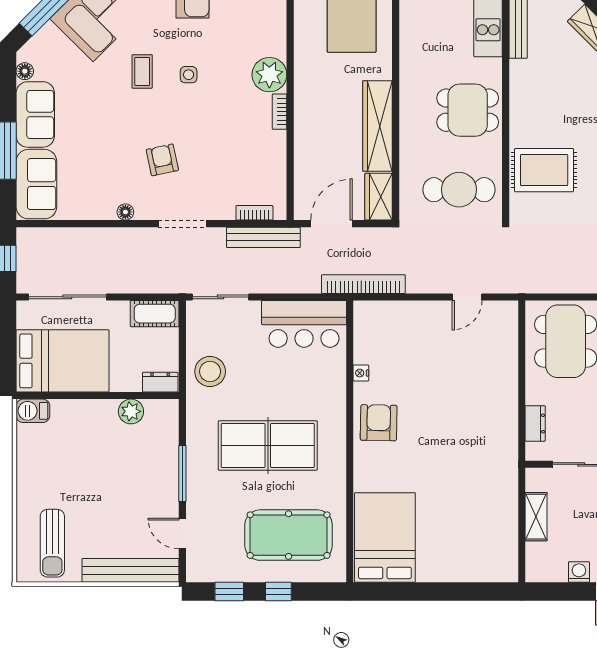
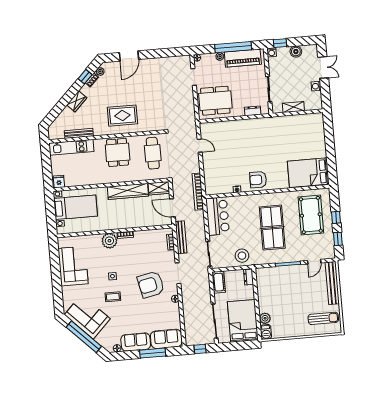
armchair: (162, 160) -> (151, 285), width x1.88, depth x1.88
rug: (544, 170) -> (122, 116), moved, turned 90
plant: (131, 411) -> (265, 318), moved

